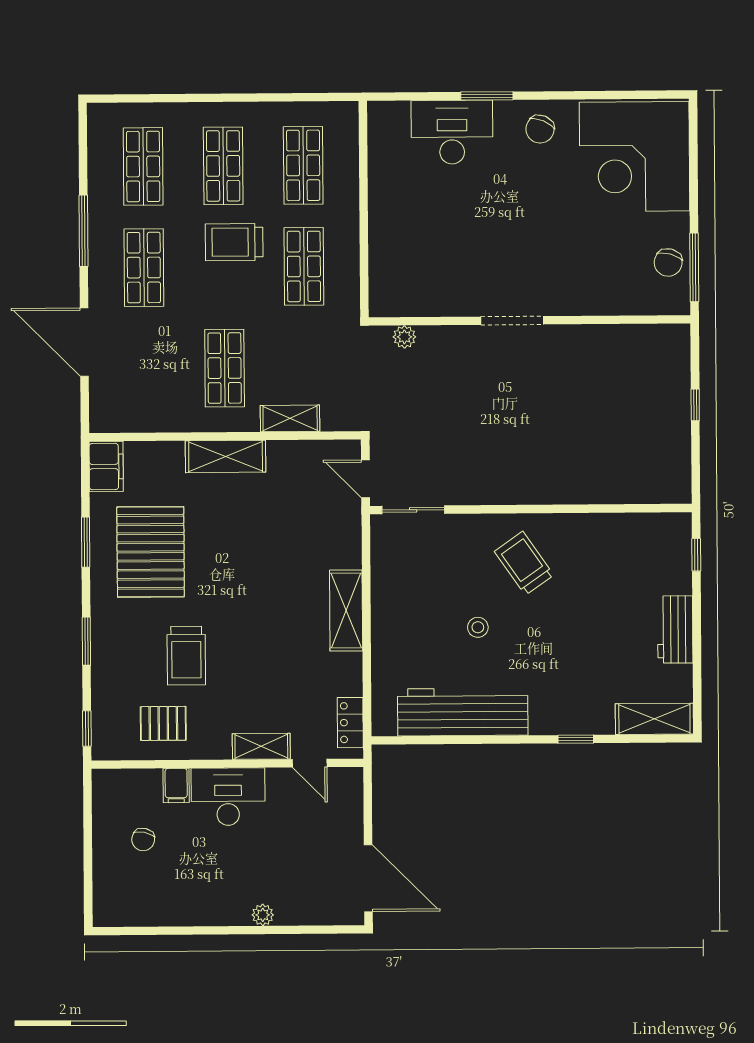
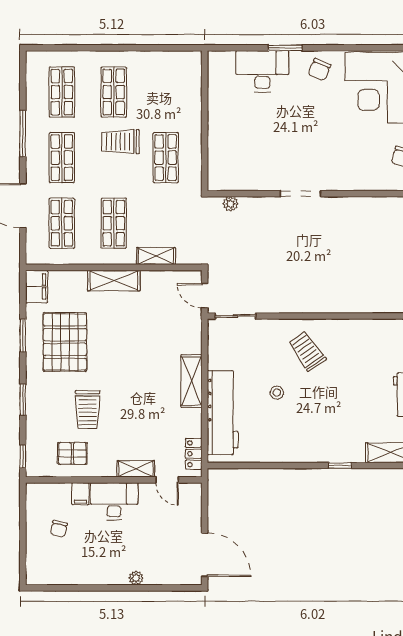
shop shelf: (303, 165) -> (62, 223), moved
workbench: (463, 712) -> (223, 413), moved, turned 90

